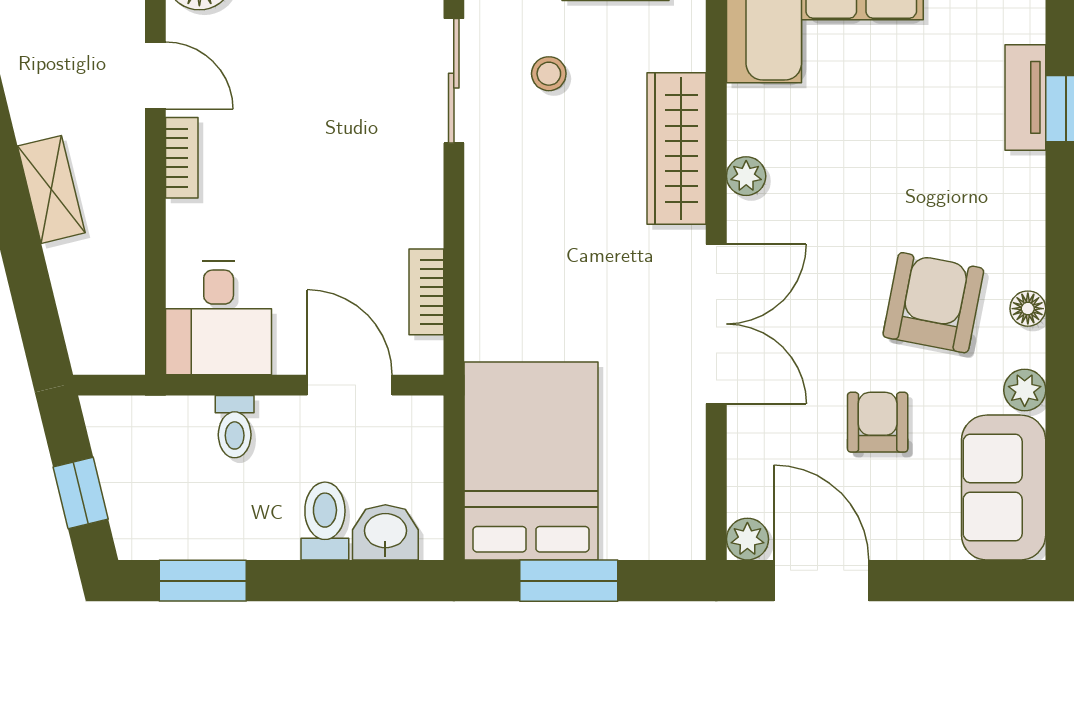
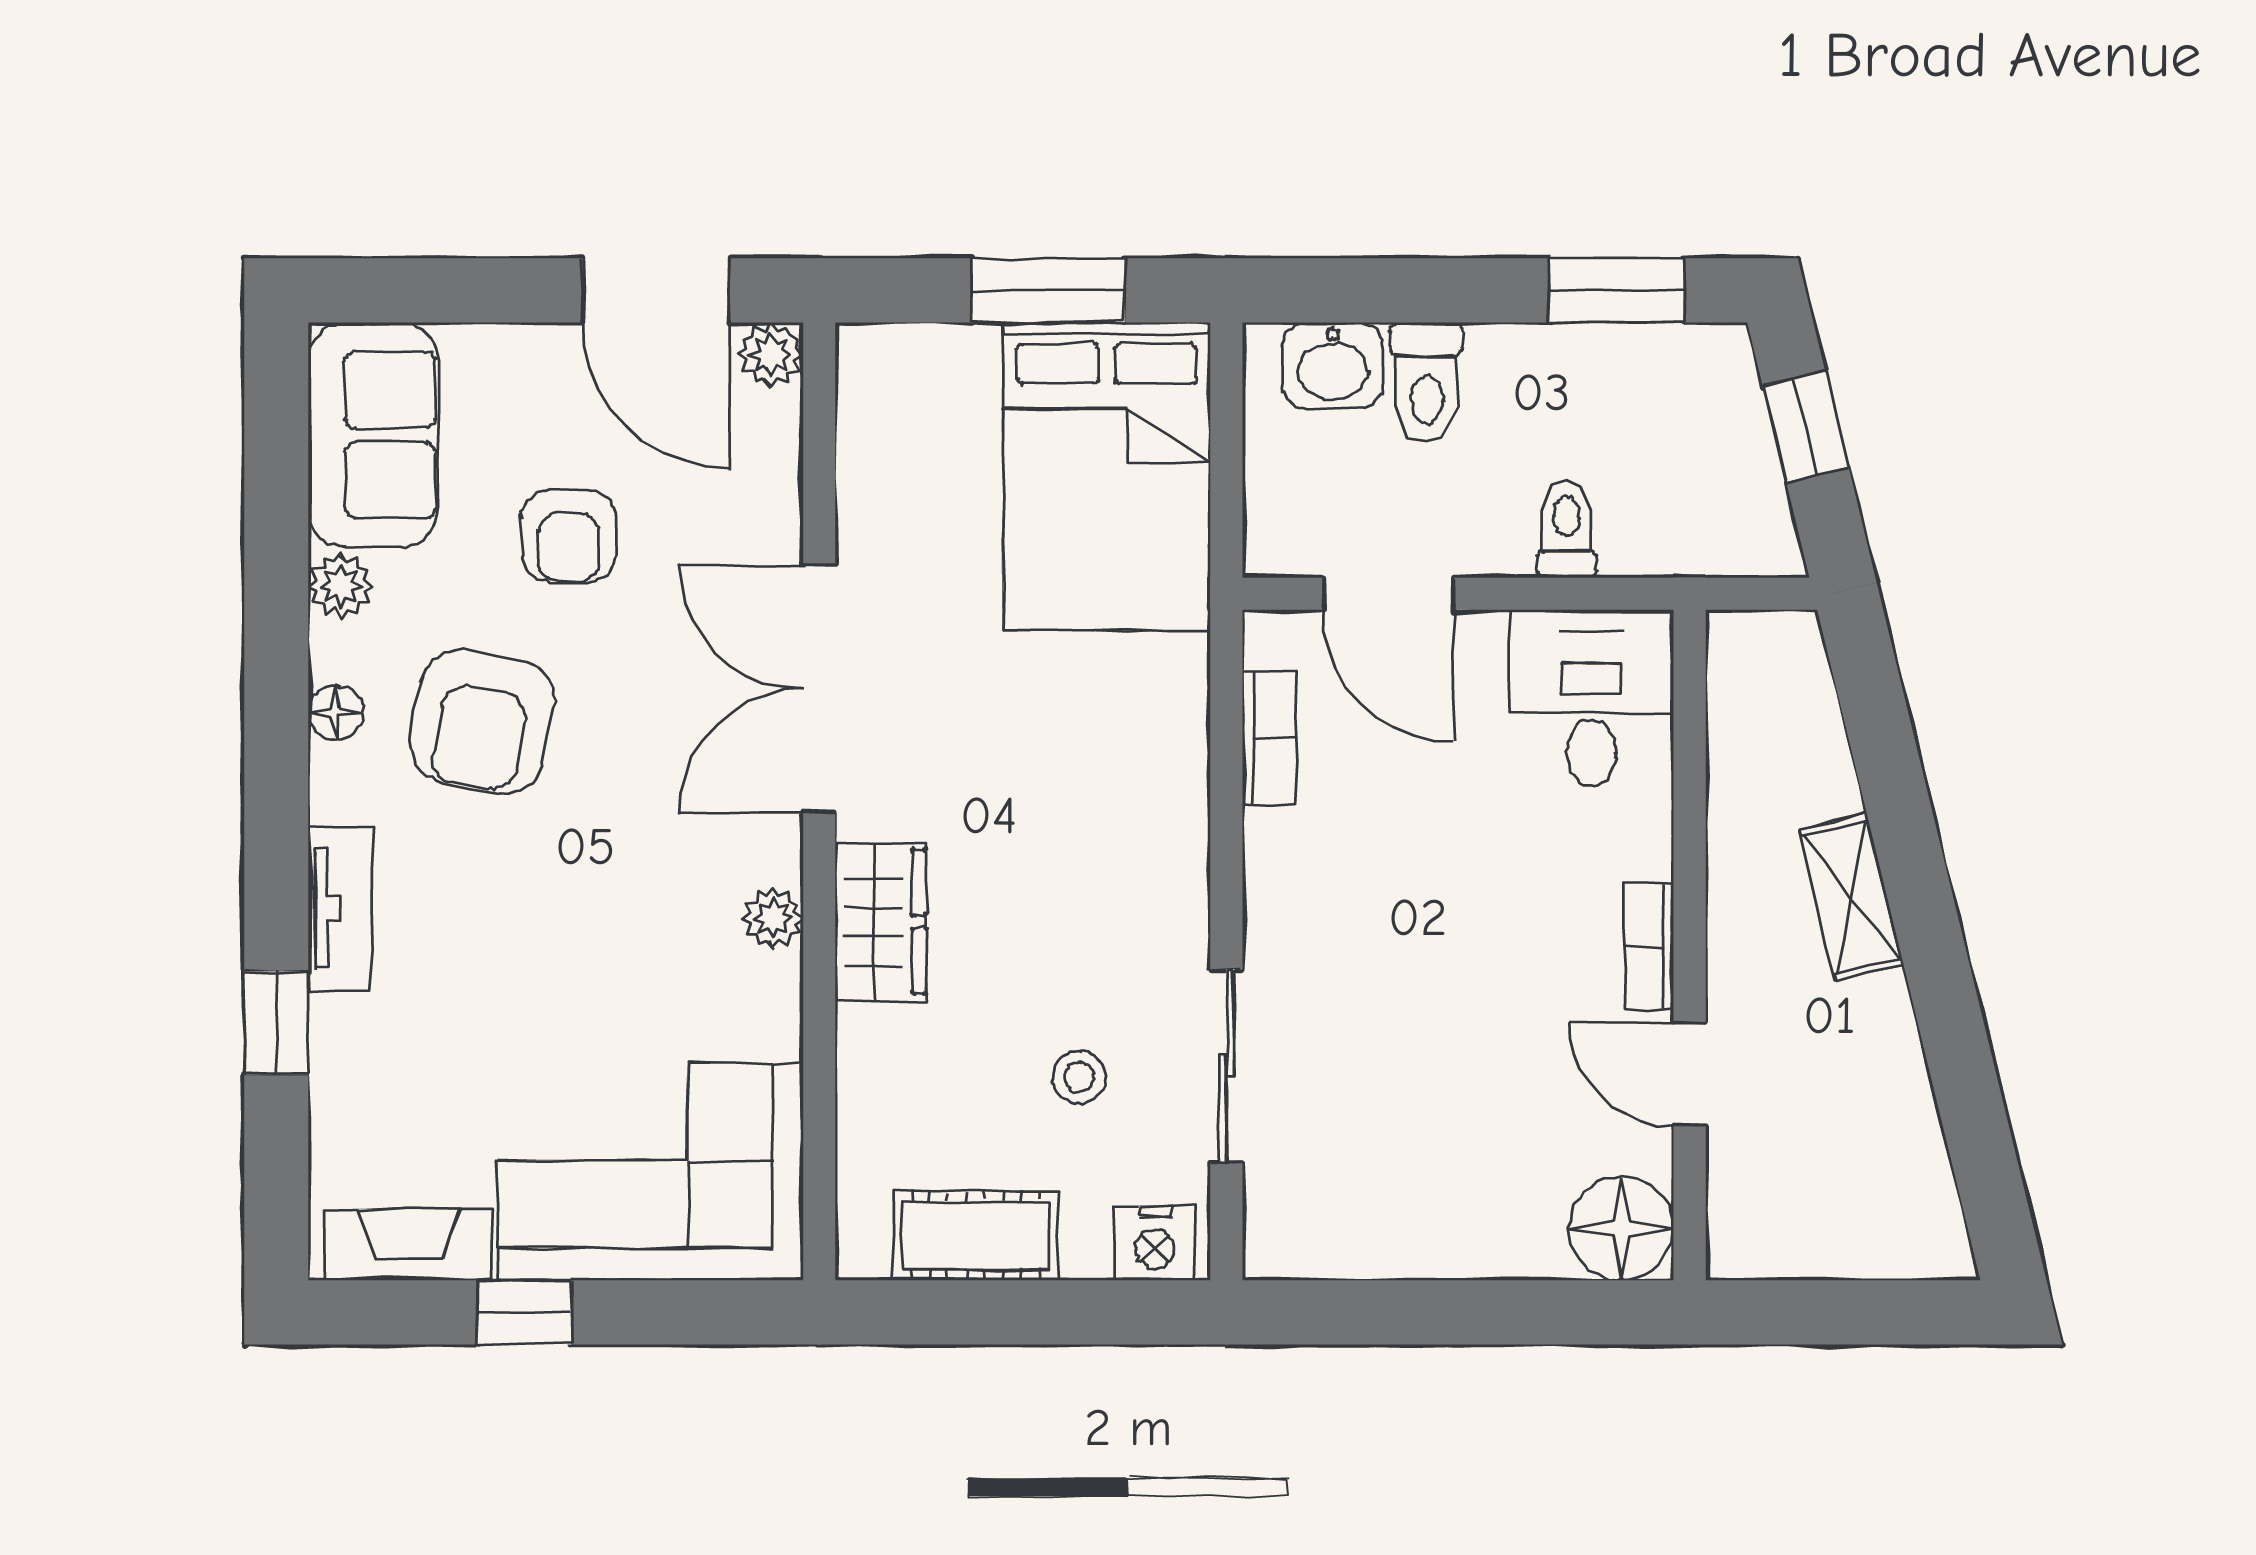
tv unit: (1025, 97) -> (340, 909), moved
wardrobe: (677, 148) -> (881, 922), width x0.67

